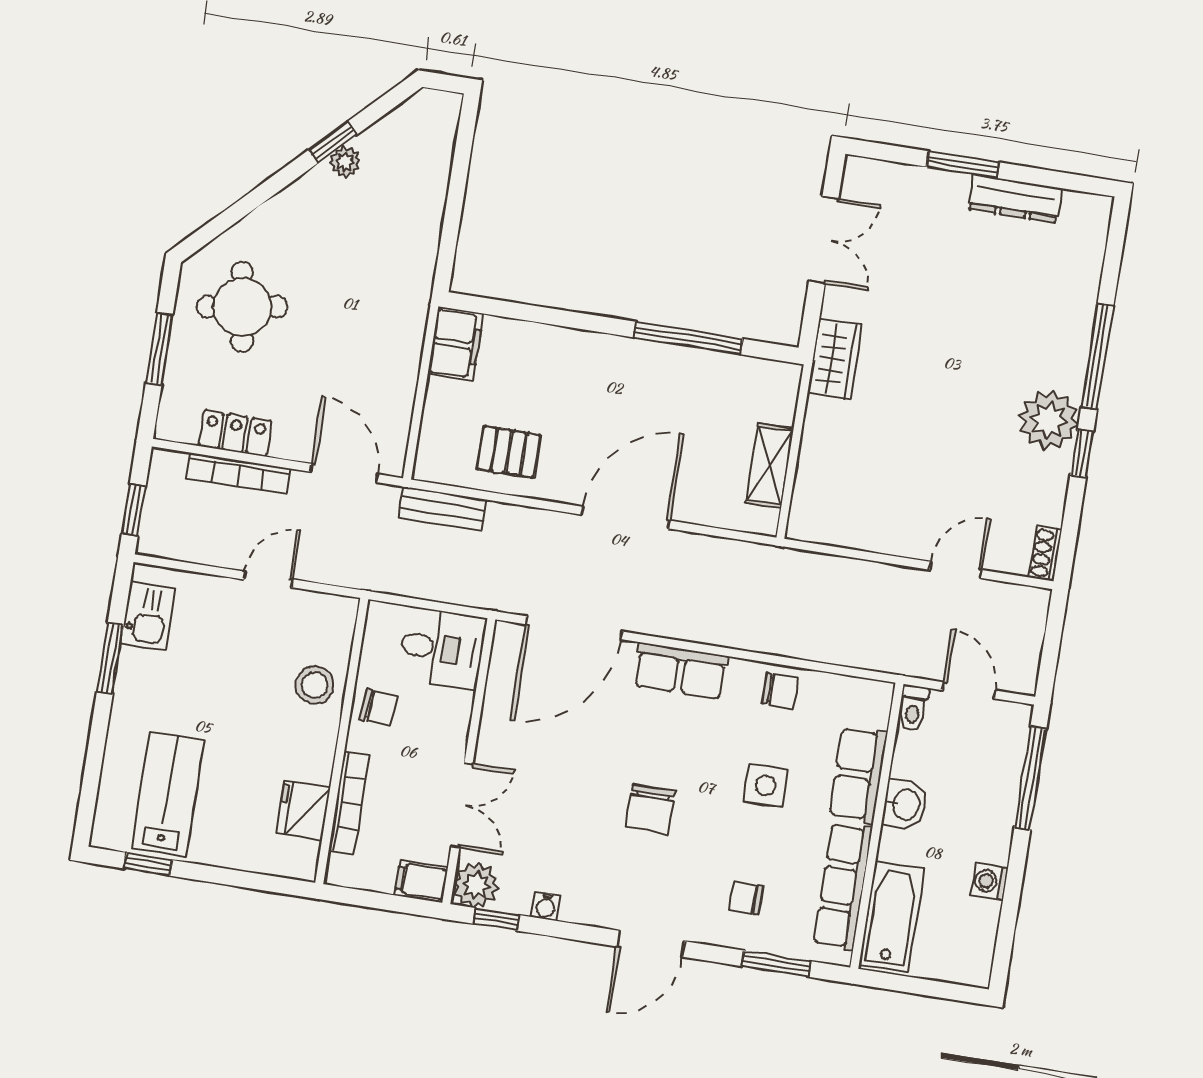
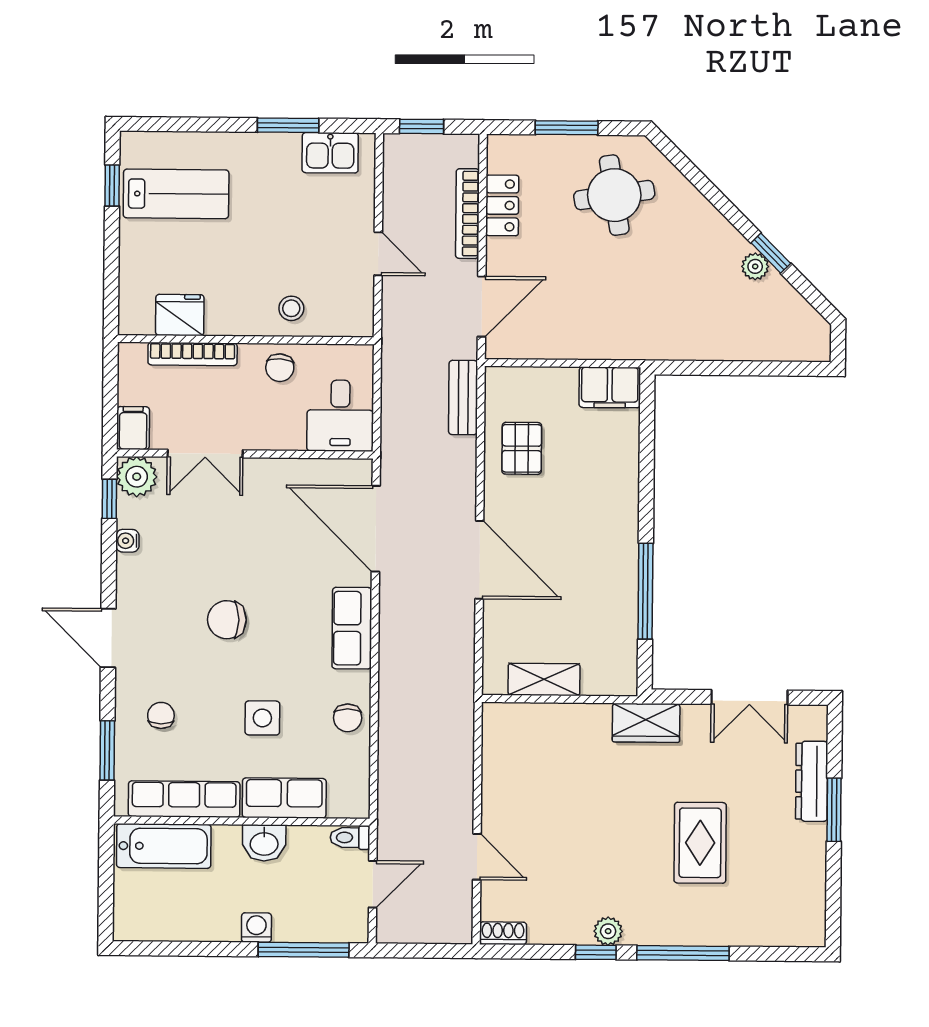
dresser: (1015, 199) -> (812, 781), moved
rug: (977, 319) -> (700, 843), added
plant: (1049, 420) -> (608, 931), width x0.53, depth x0.53
stool: (314, 685) -> (291, 308), width x0.73, depth x0.73
washing machine: (989, 881) -> (256, 928), moved

